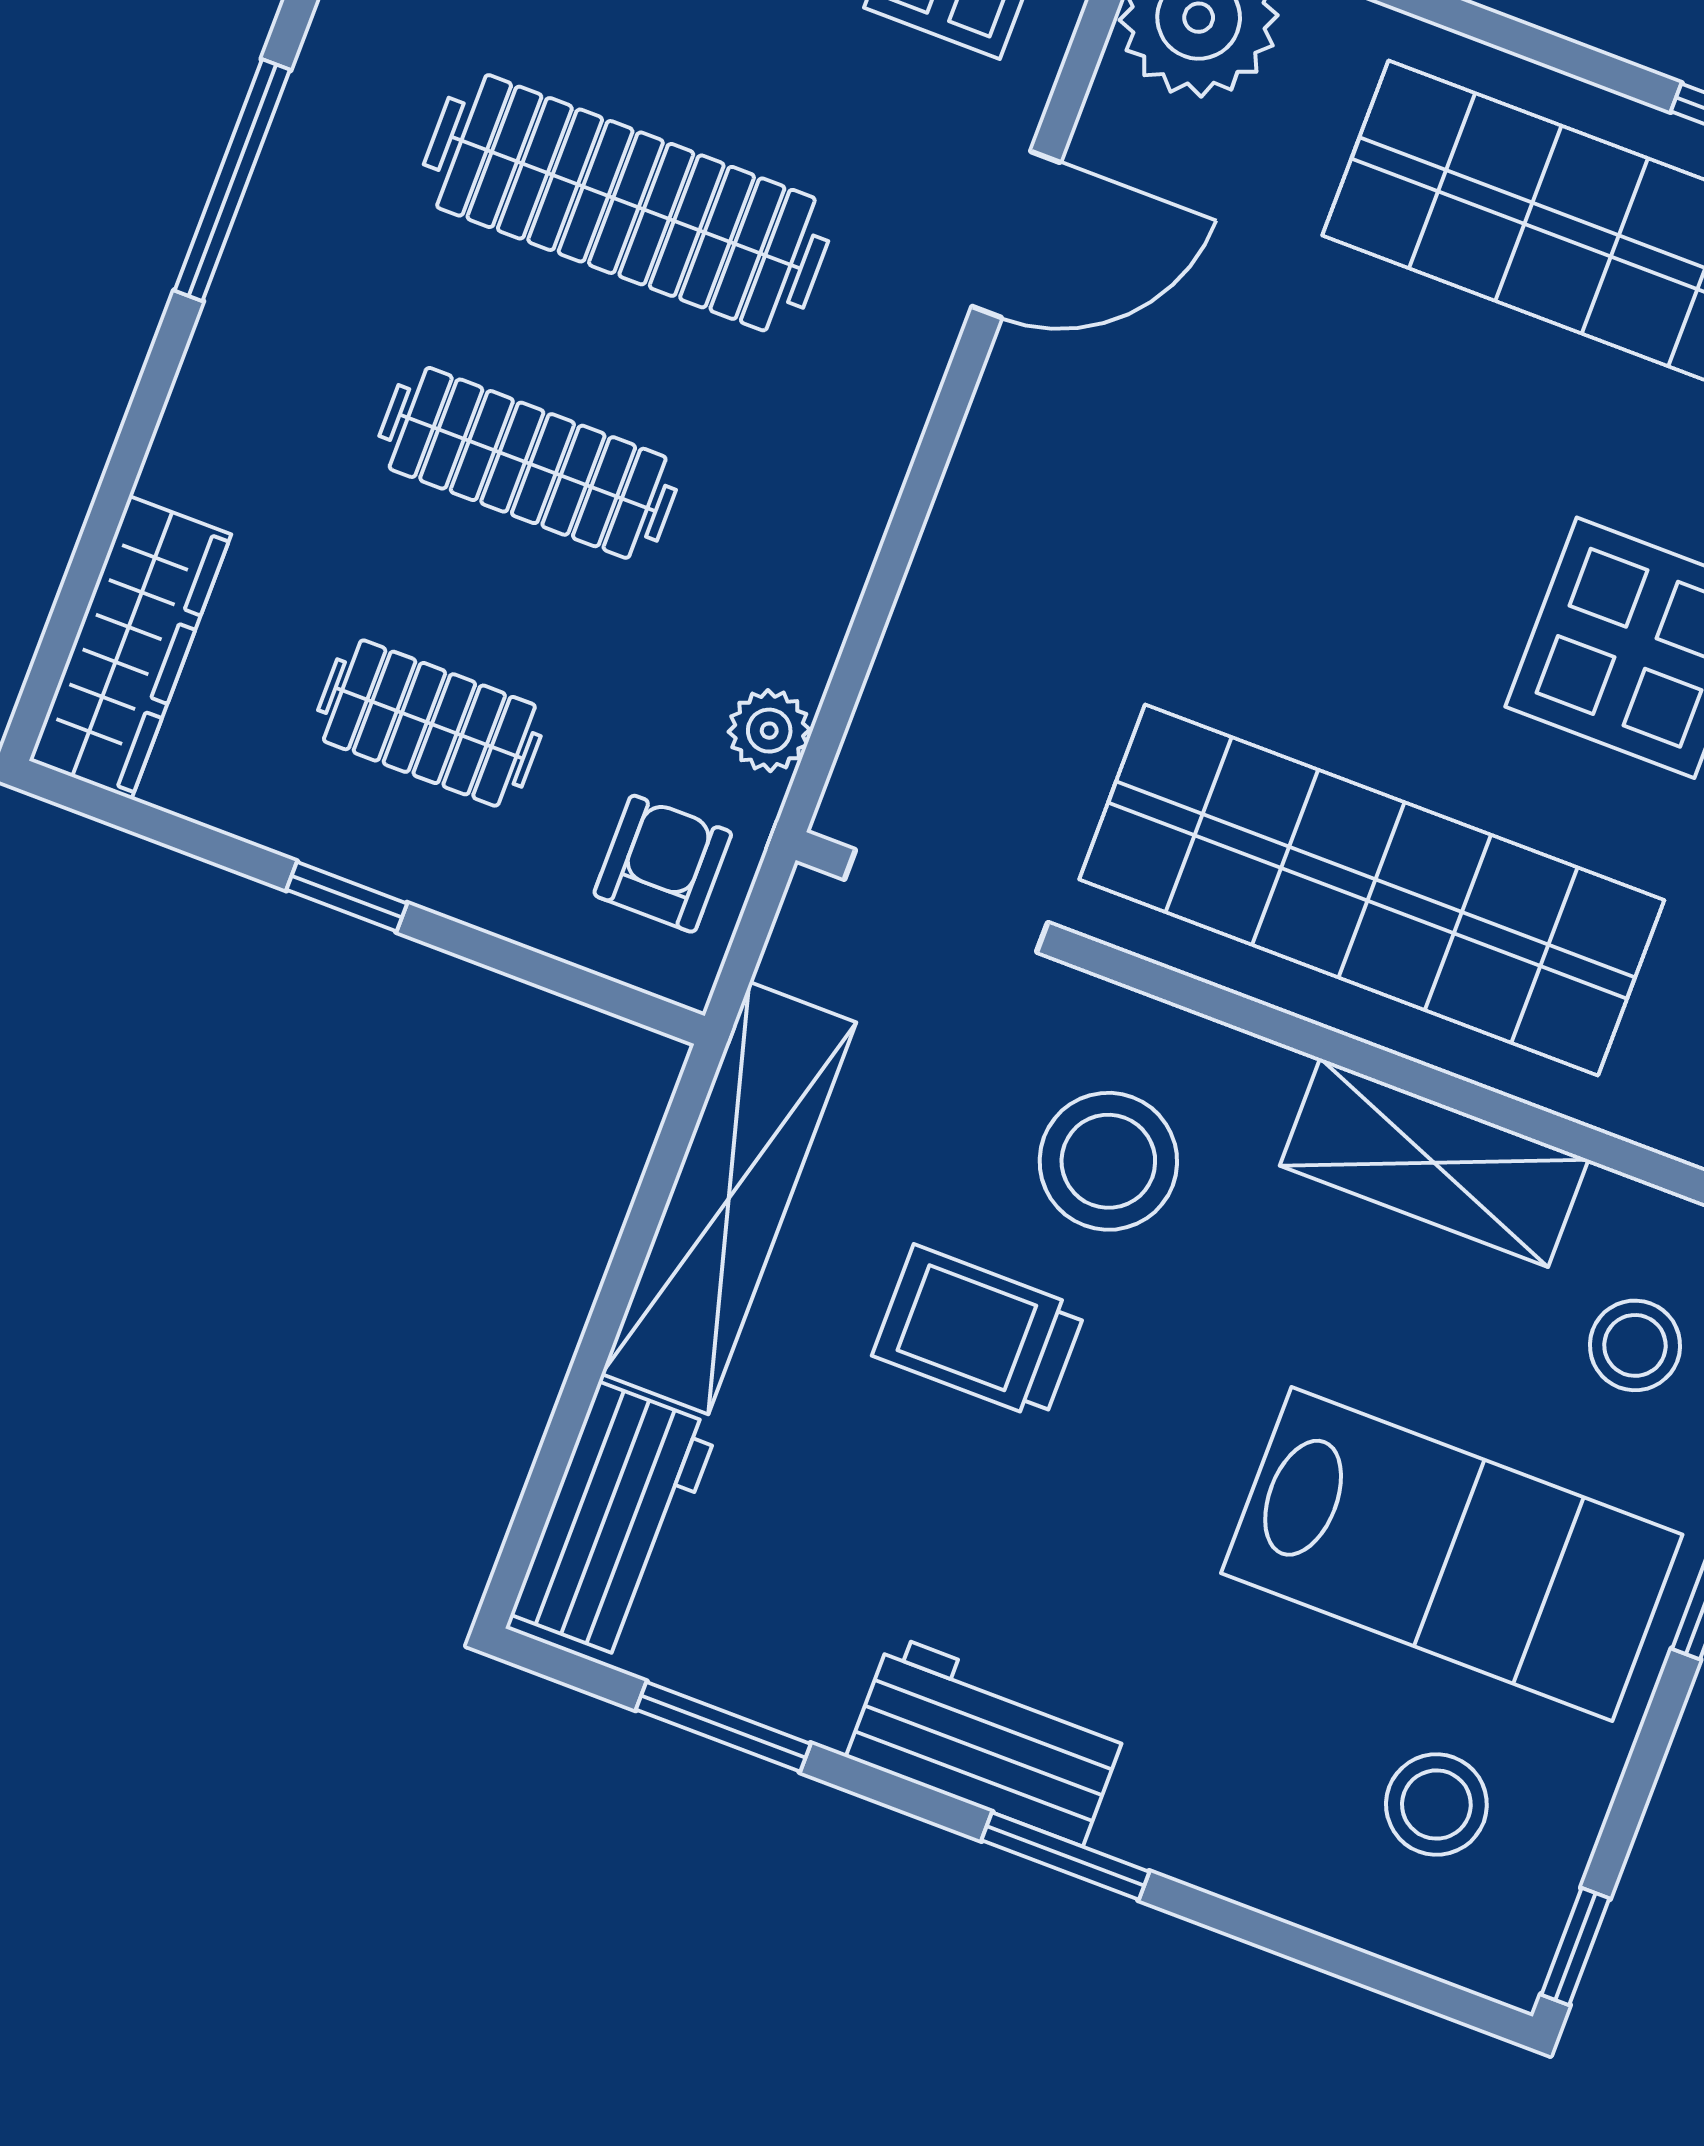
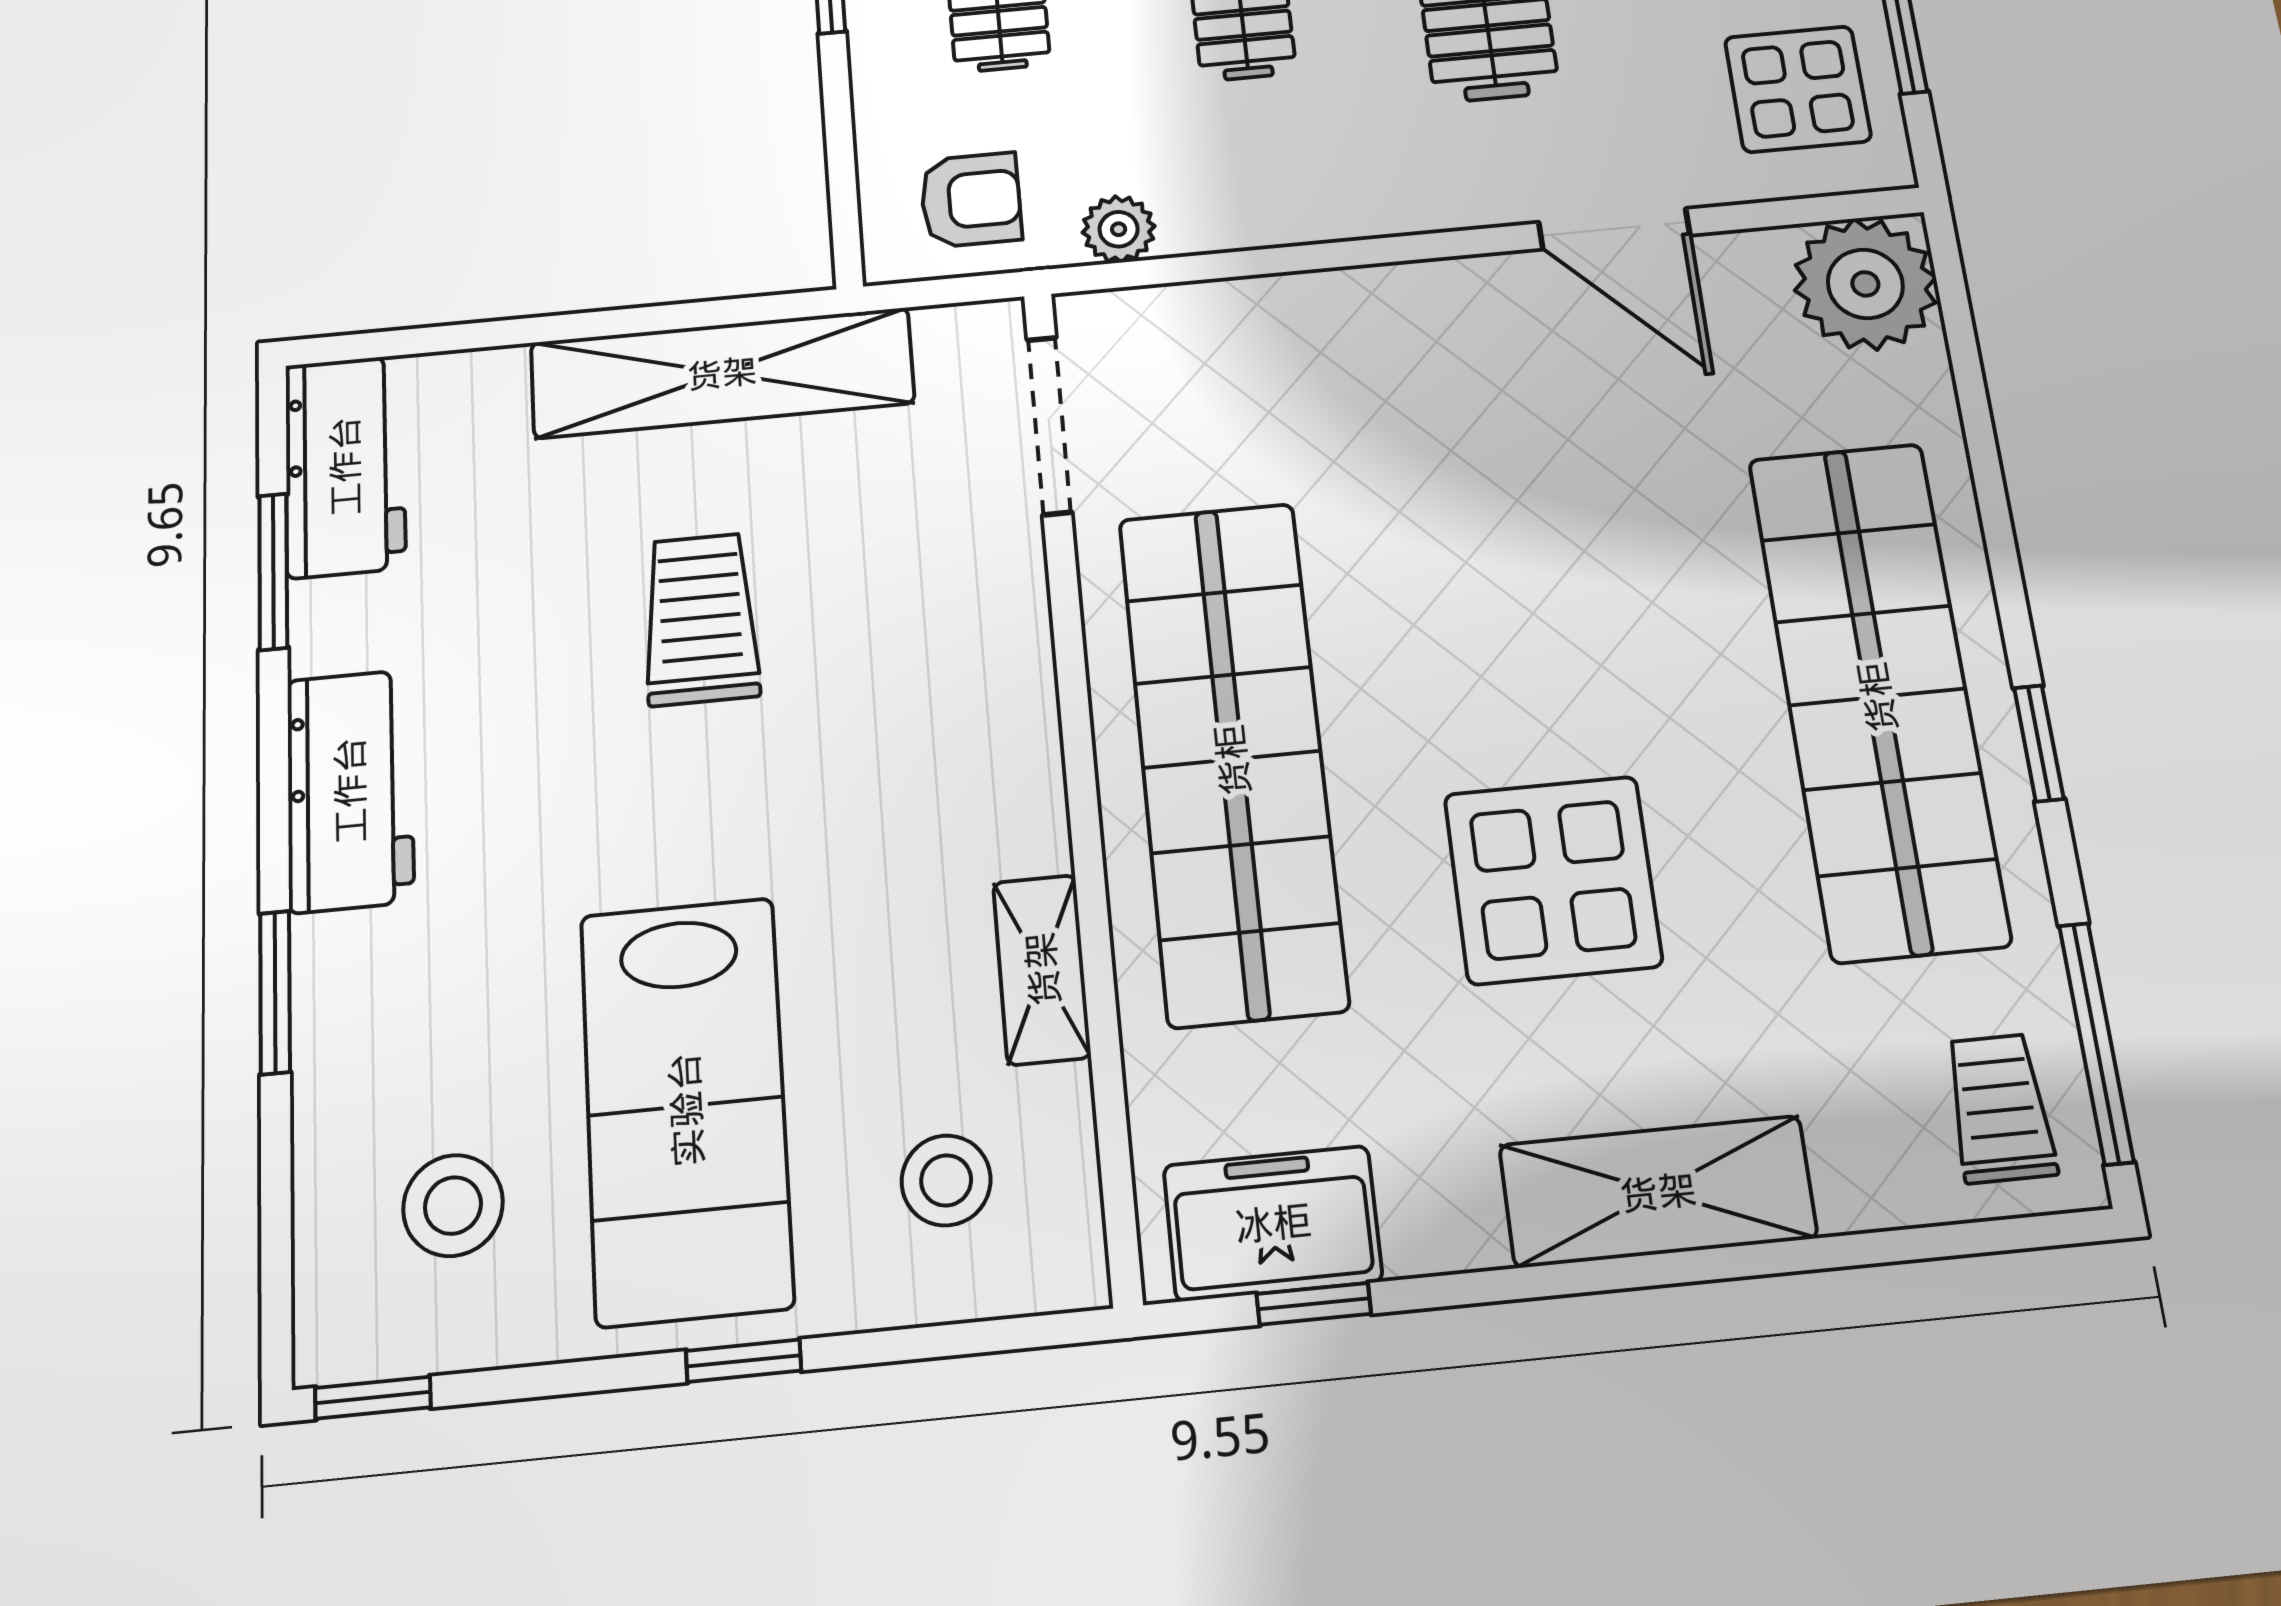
stool: (1108, 1161) -> (895, 655), removed
shelving: (1434, 1163) -> (1042, 969), width x0.67, depth x0.75
workbench: (615, 1521) -> (345, 466), moved, turned -90
window: (1065, 1856) -> (275, 992), moved

